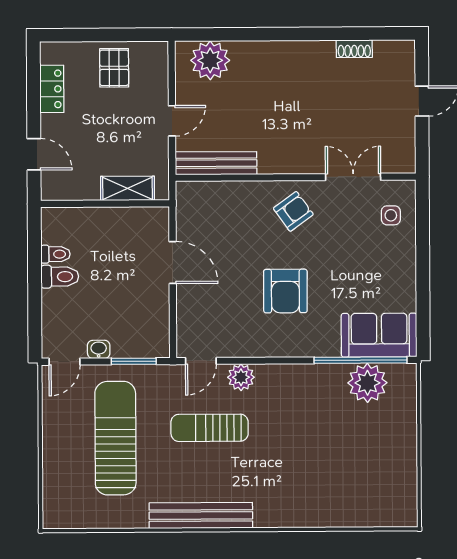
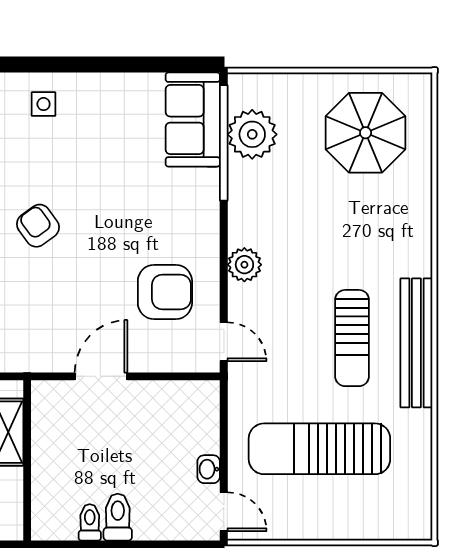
armchair: (285, 291) -> (165, 292), moved
window: (134, 361) -> (224, 426), removed
plant: (241, 377) -> (244, 265), moved
sun lounger: (210, 428) -> (352, 338), moved
parasol: (369, 474) -> (366, 133), added

